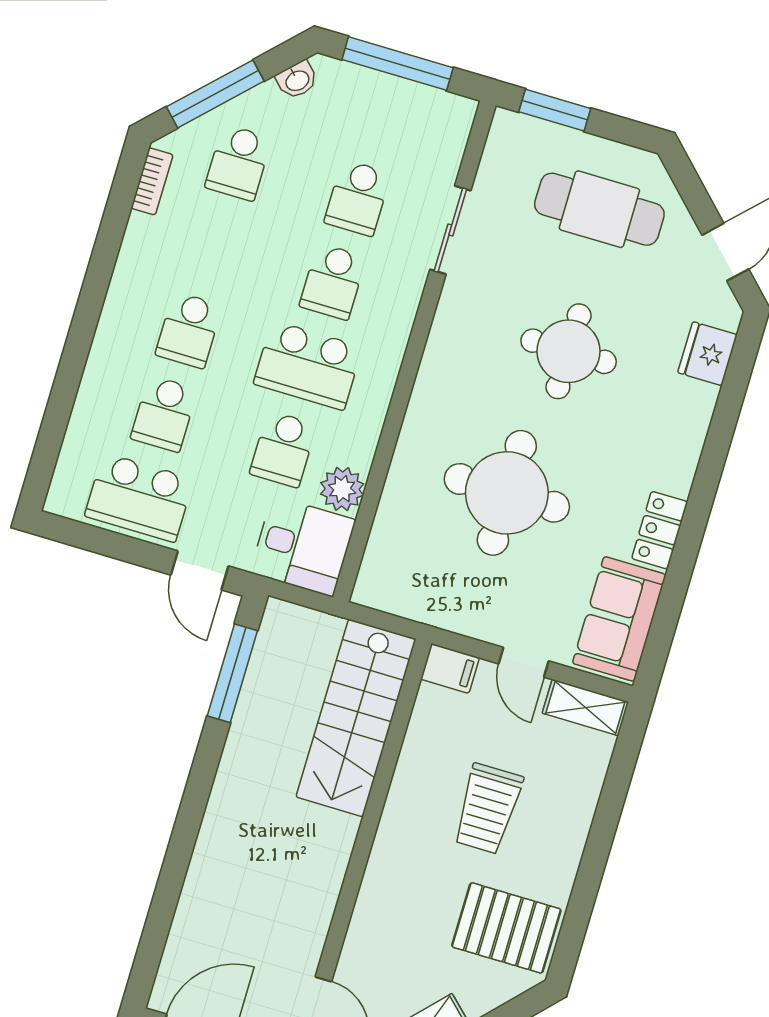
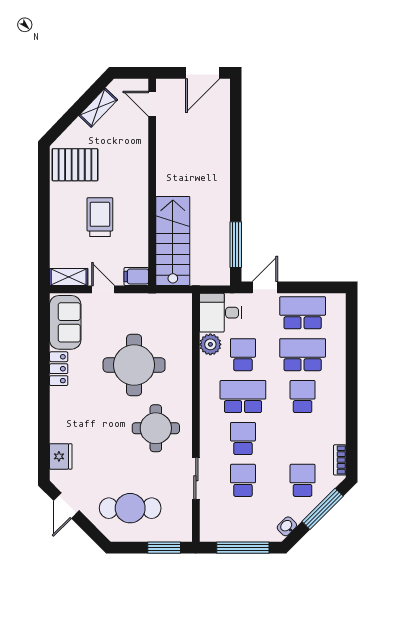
round table: (569, 351) -> (156, 428), moved
school desk: (164, 414) -> (303, 355), width x1.85
door: (200, 570) -> (265, 287), hinge flipped

